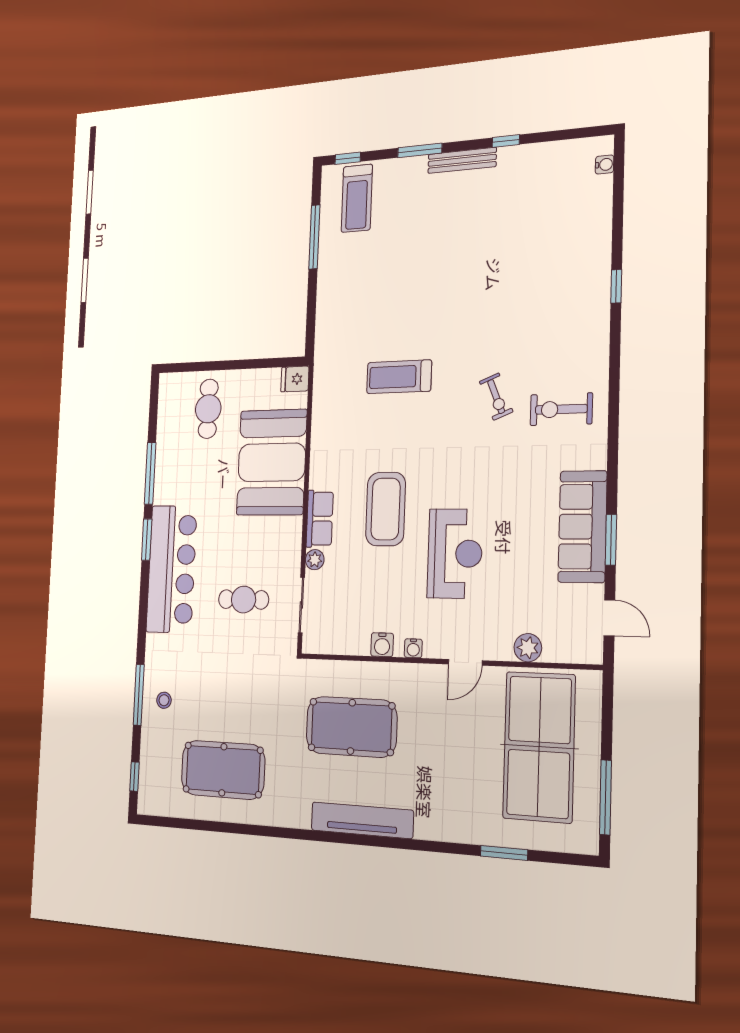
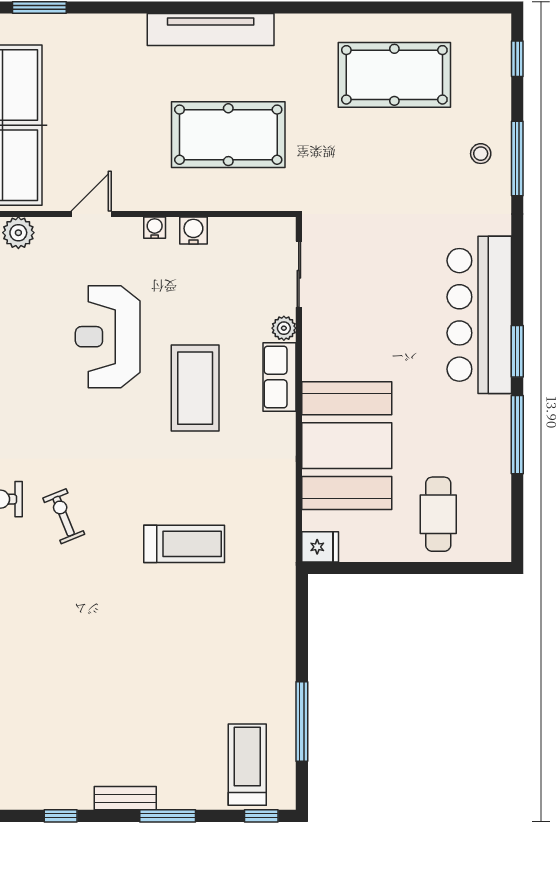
bench: (462, 160) -> (125, 798), width x0.73
cafe table: (244, 600) -> (377, 279), removed

